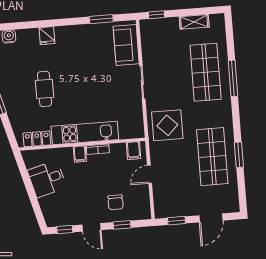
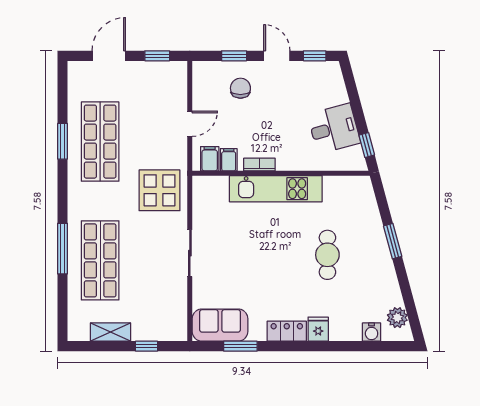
window: (156, 15) -> (146, 346), moved
sofa: (126, 45) -> (220, 325), moved, turned -90
locker: (37, 139) -> (287, 331), moved, turned 180
filing cabinet: (80, 154) -> (229, 160), moved
window: (23, 169) -> (367, 145), added

